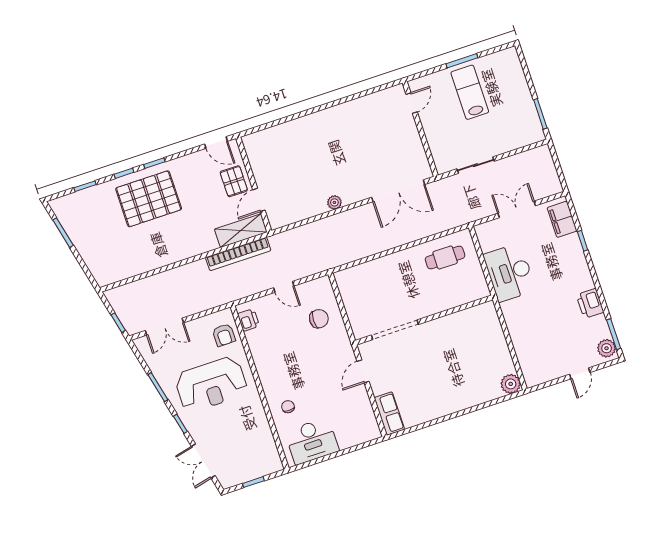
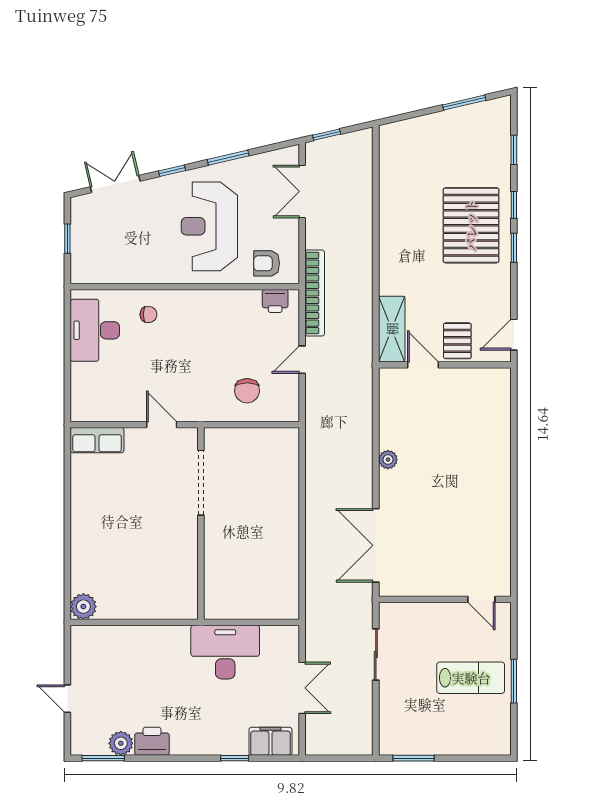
pallet: (234, 181) -> (457, 341), turned 90
bookcase: (238, 254) -> (315, 293), moved, turned 180
cafe table: (445, 257) -> (271, 577), removed
plant: (607, 348) -> (121, 743), moved

